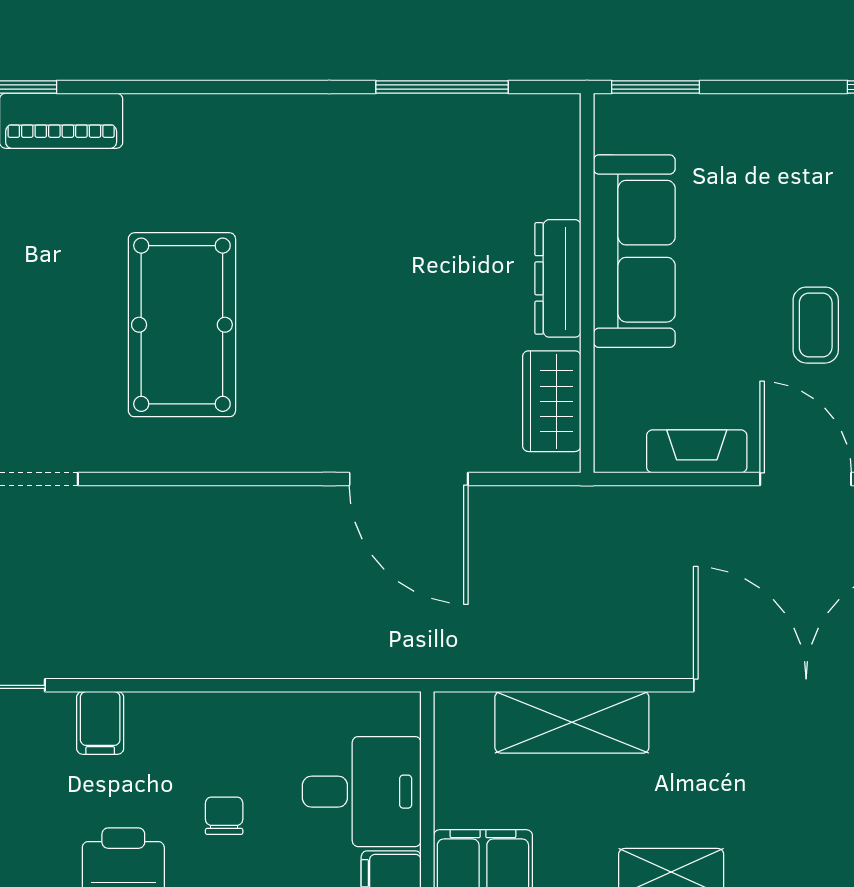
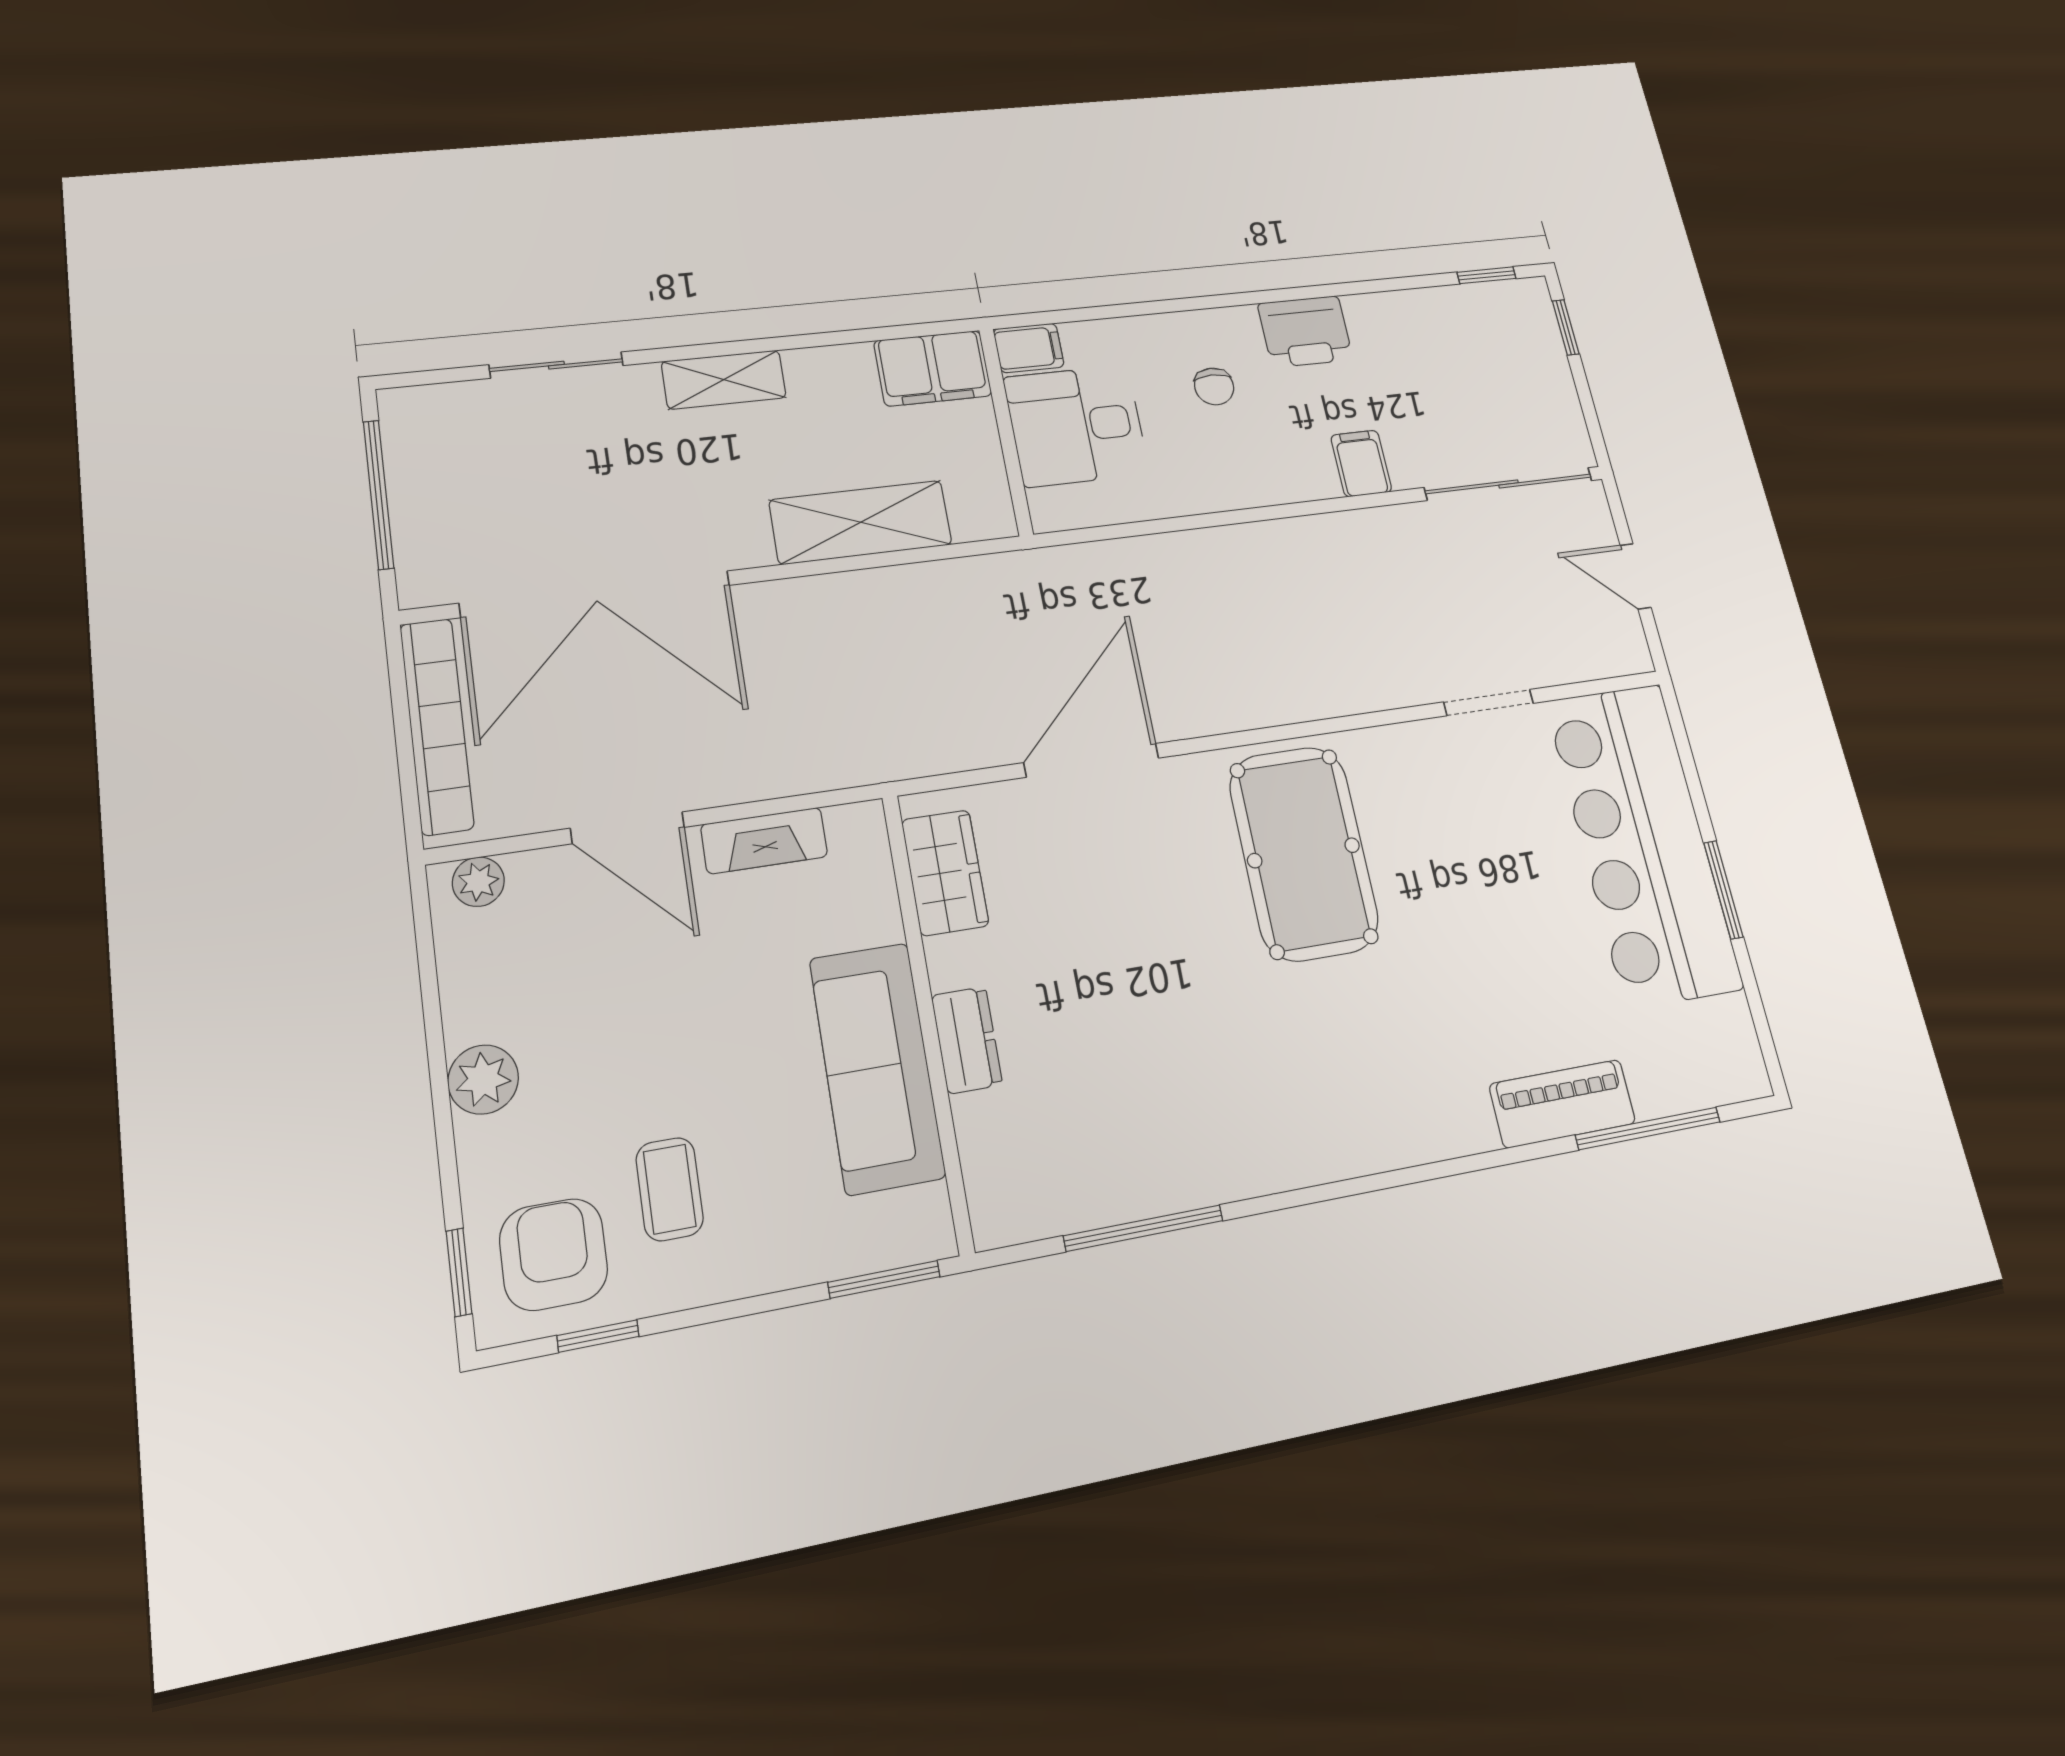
dresser: (558, 278) -> (967, 1040), width x0.70
pool table: (182, 325) -> (1304, 853), moved
coffee table: (816, 325) -> (670, 1189), moved
door: (409, 479) -> (1091, 760), hinge flipped

